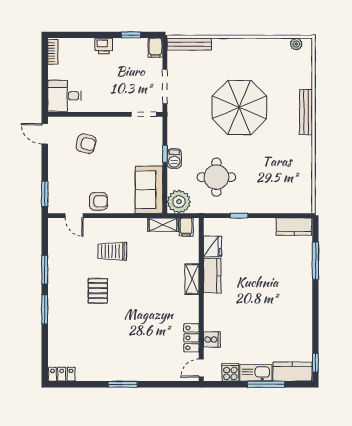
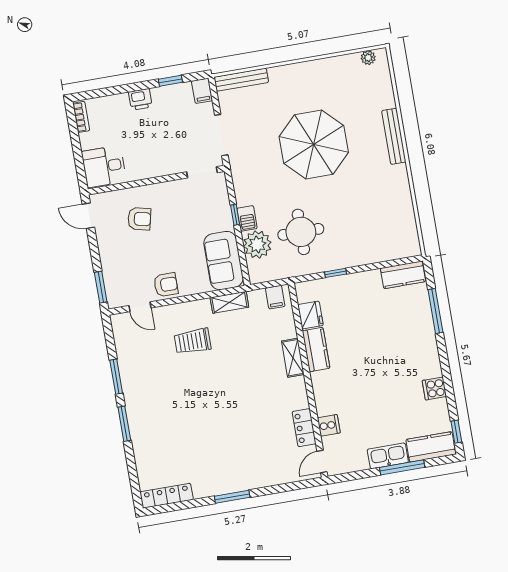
plant: (179, 202) -> (257, 244), moved
shelving: (163, 225) -> (229, 302), moved
pallet: (98, 291) -> (183, 391), removed
cooker: (230, 372) -> (434, 388), moved, turned -90
locker: (62, 374) -> (167, 496), width x1.53

